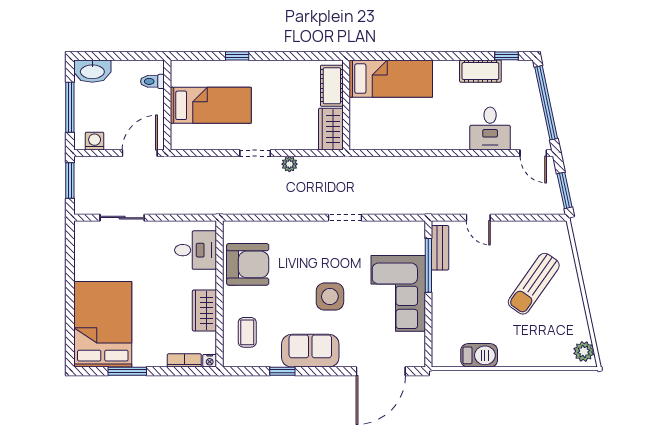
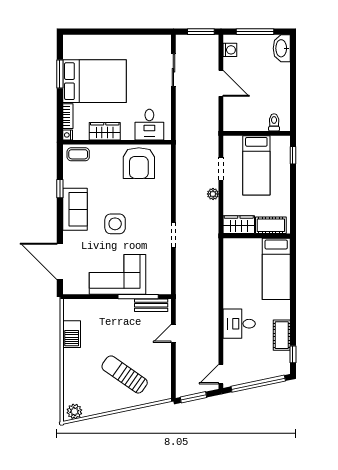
toilet: (152, 81) -> (274, 122), moved
wall: (167, 105) -> (257, 133), moved
bed: (211, 105) -> (256, 165), moved
desk: (490, 129) -> (239, 324), moved
bed: (103, 324) -> (95, 81), moved
coffee table: (247, 332) -> (78, 154), moved

